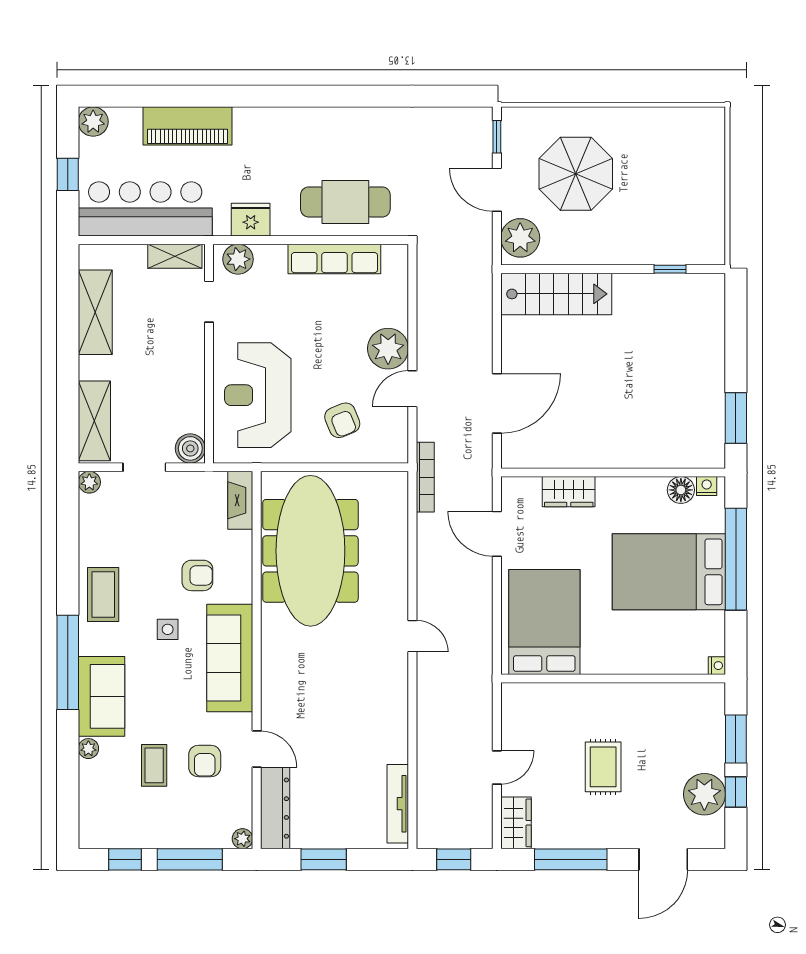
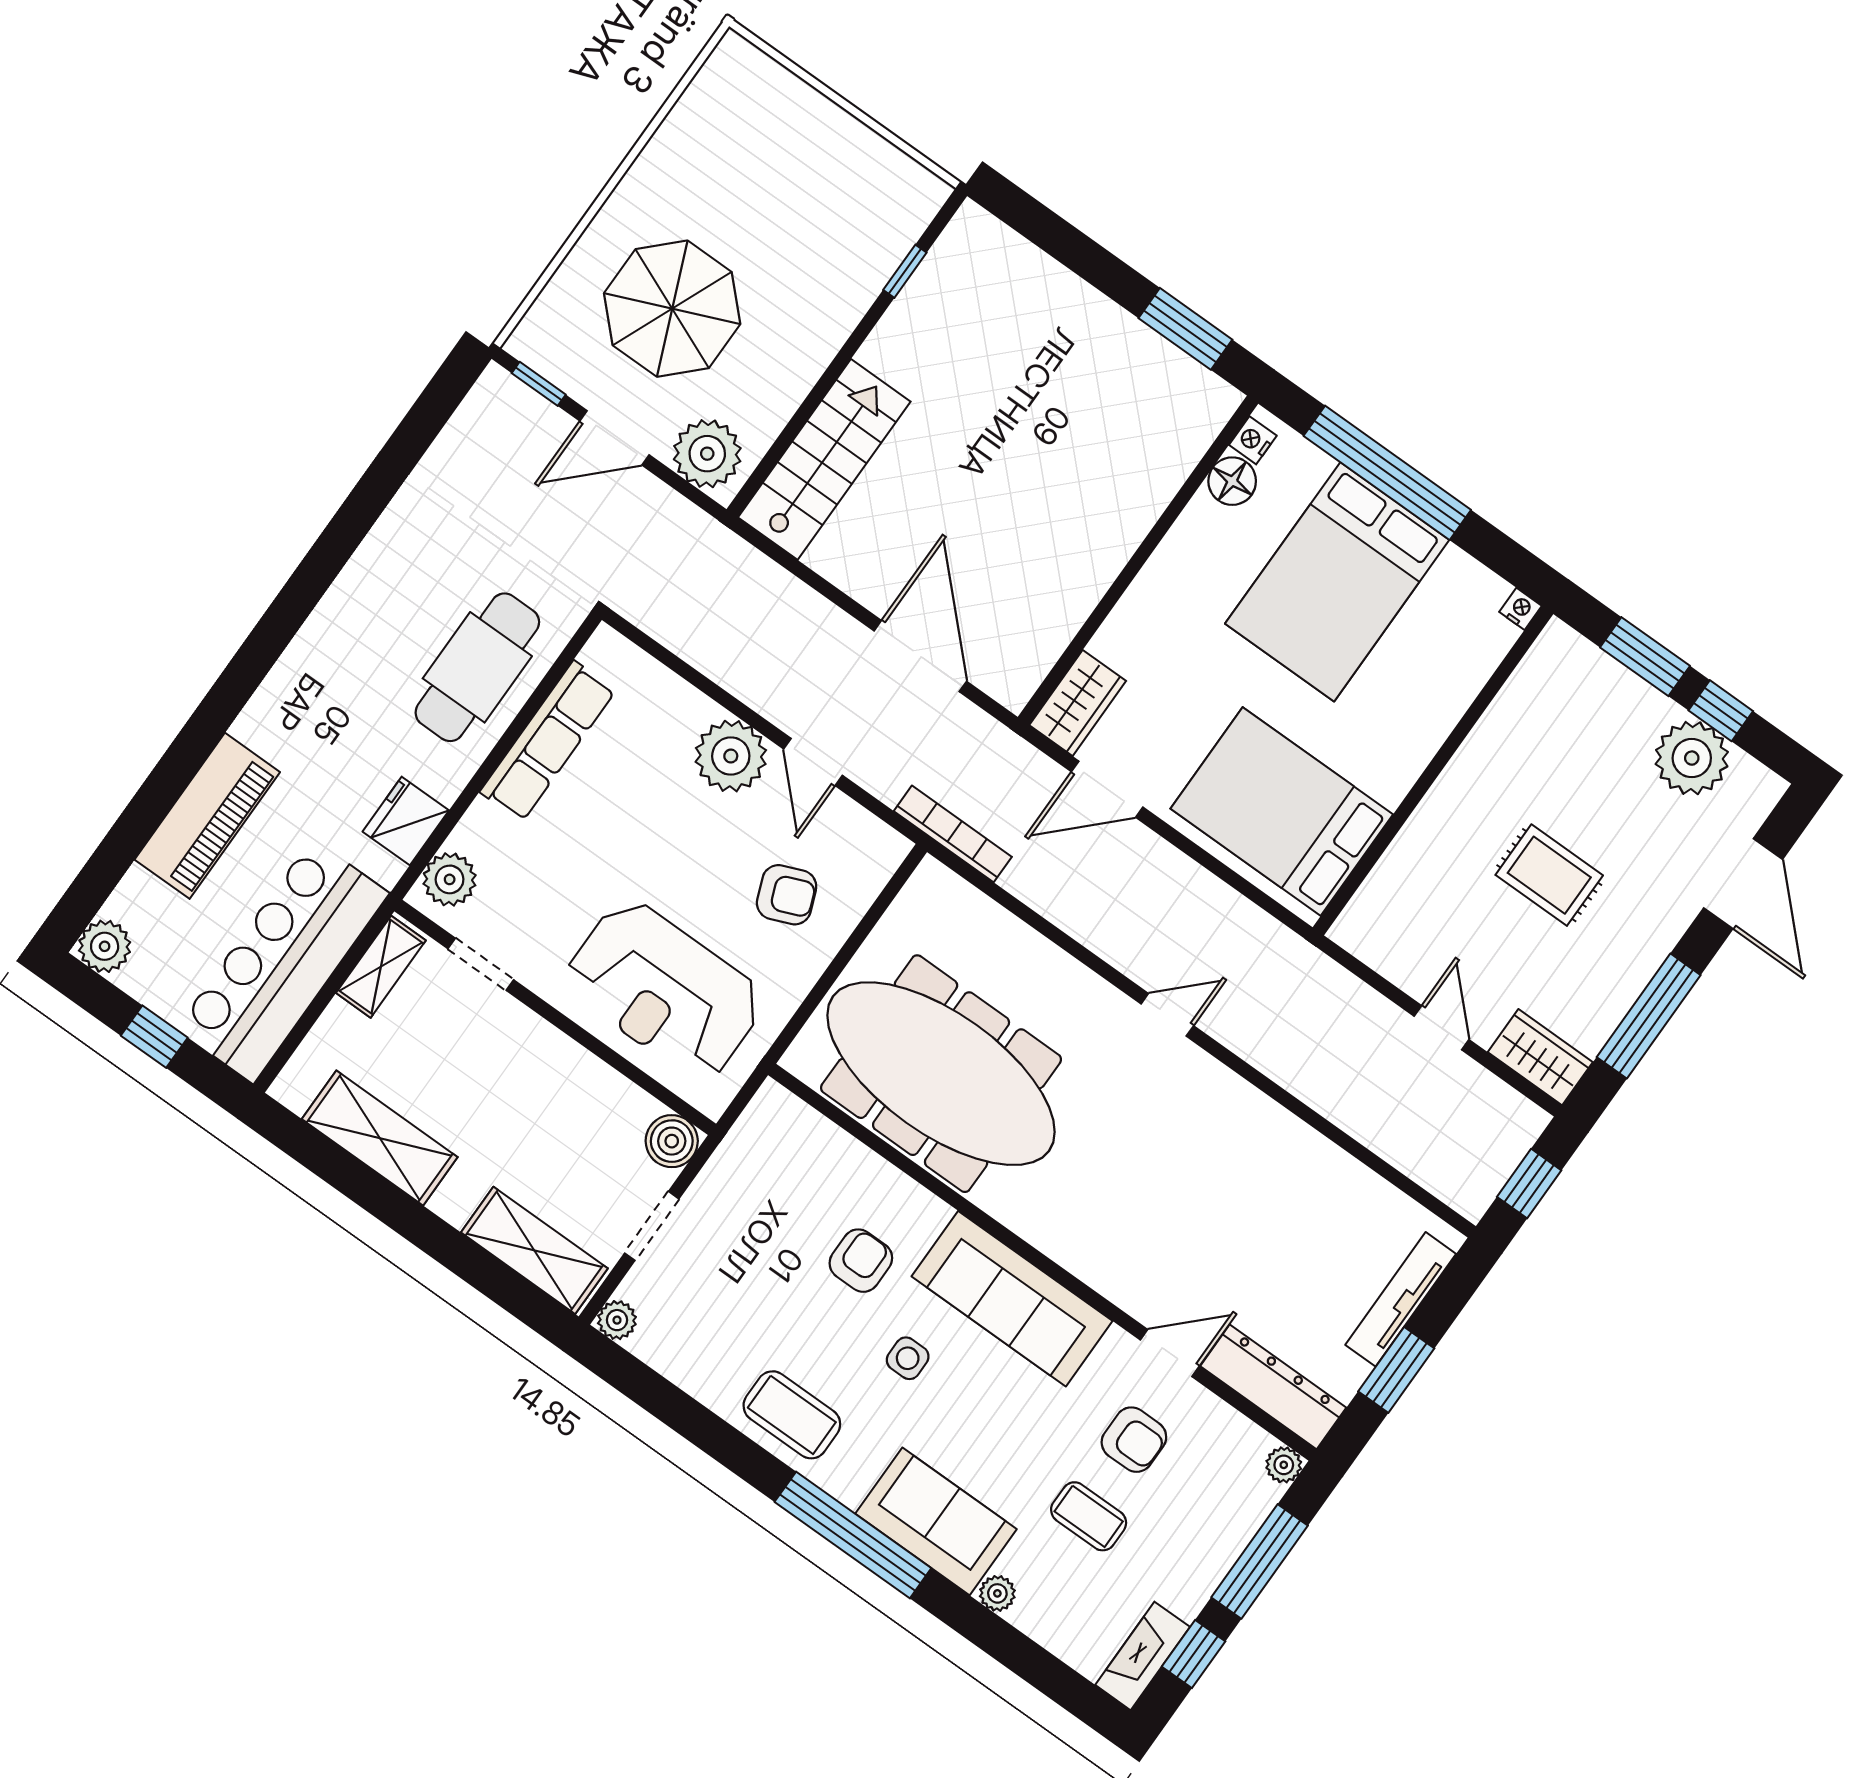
wardrobe: (569, 492) -> (1078, 703), moved
fireplace: (240, 500) -> (1143, 1656), moved, turned 90
tv unit: (398, 804) -> (1401, 1299), moved, turned 90

